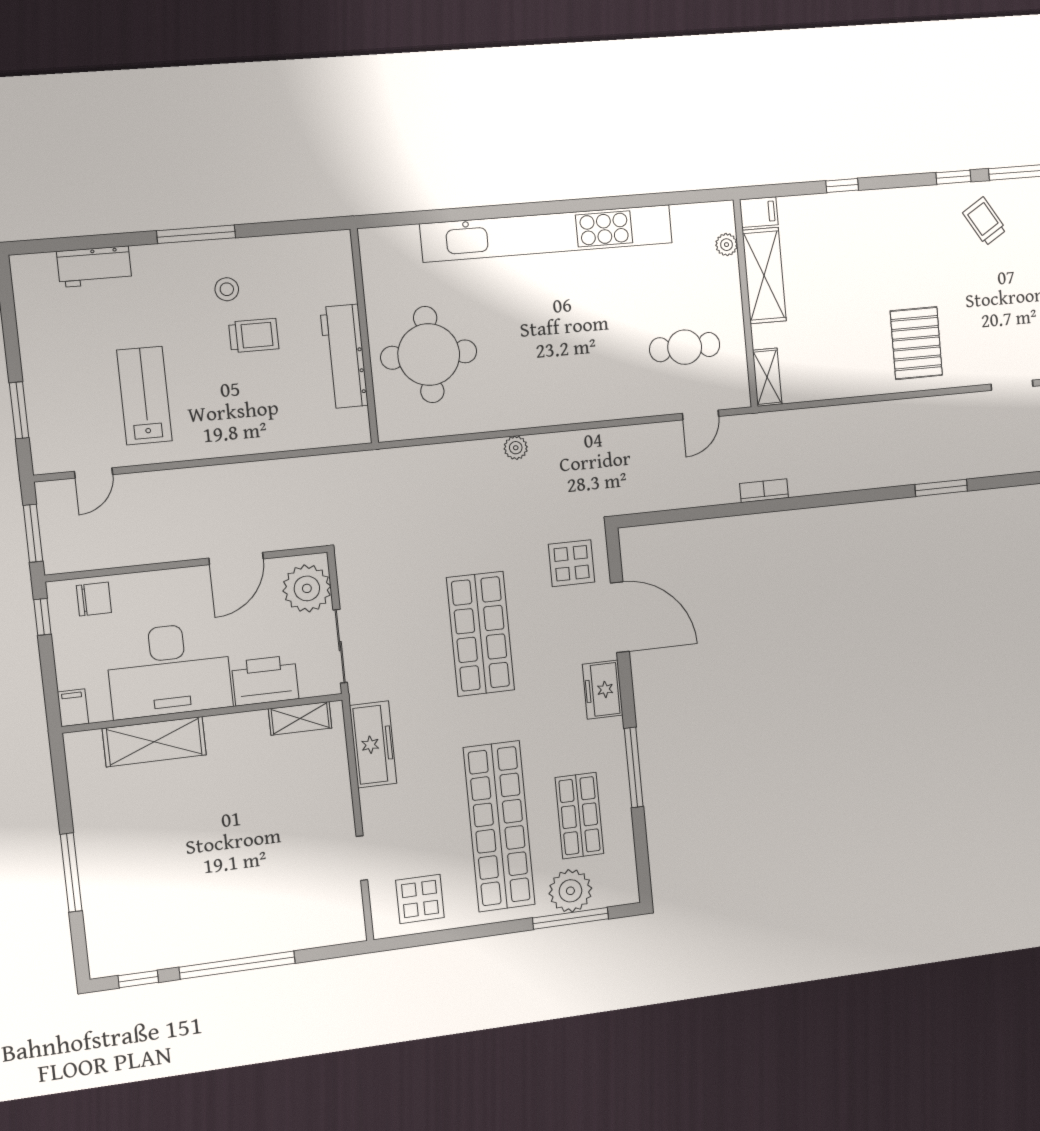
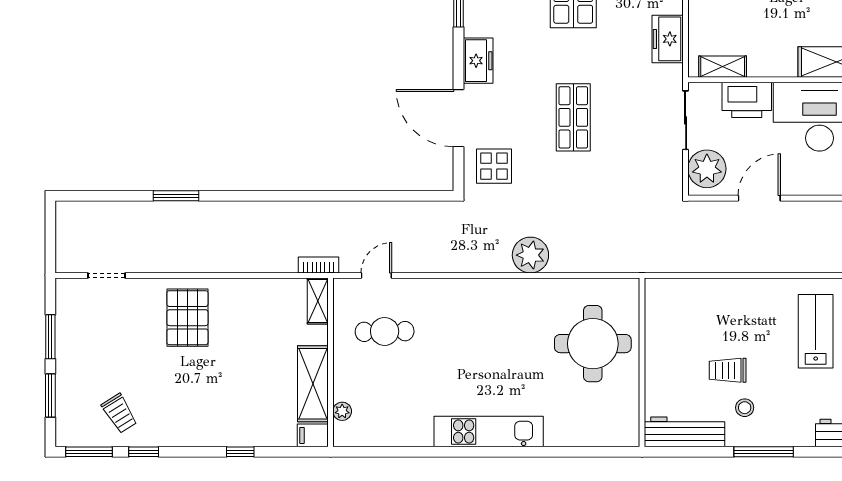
kitchen unit: (547, 233) -> (489, 432), width x0.54
workbench: (344, 356) -> (685, 432), moved, turned -90
lab bench: (144, 396) -> (816, 331), turned 180
plant: (516, 448) -> (530, 255), width x1.88, depth x1.88
bookcase: (764, 491) -> (318, 265), moved, turned 180
shop shelf: (481, 634) -> (573, 117), width x0.70, depth x0.74
freezer: (373, 744) -> (668, 39), width x0.71

